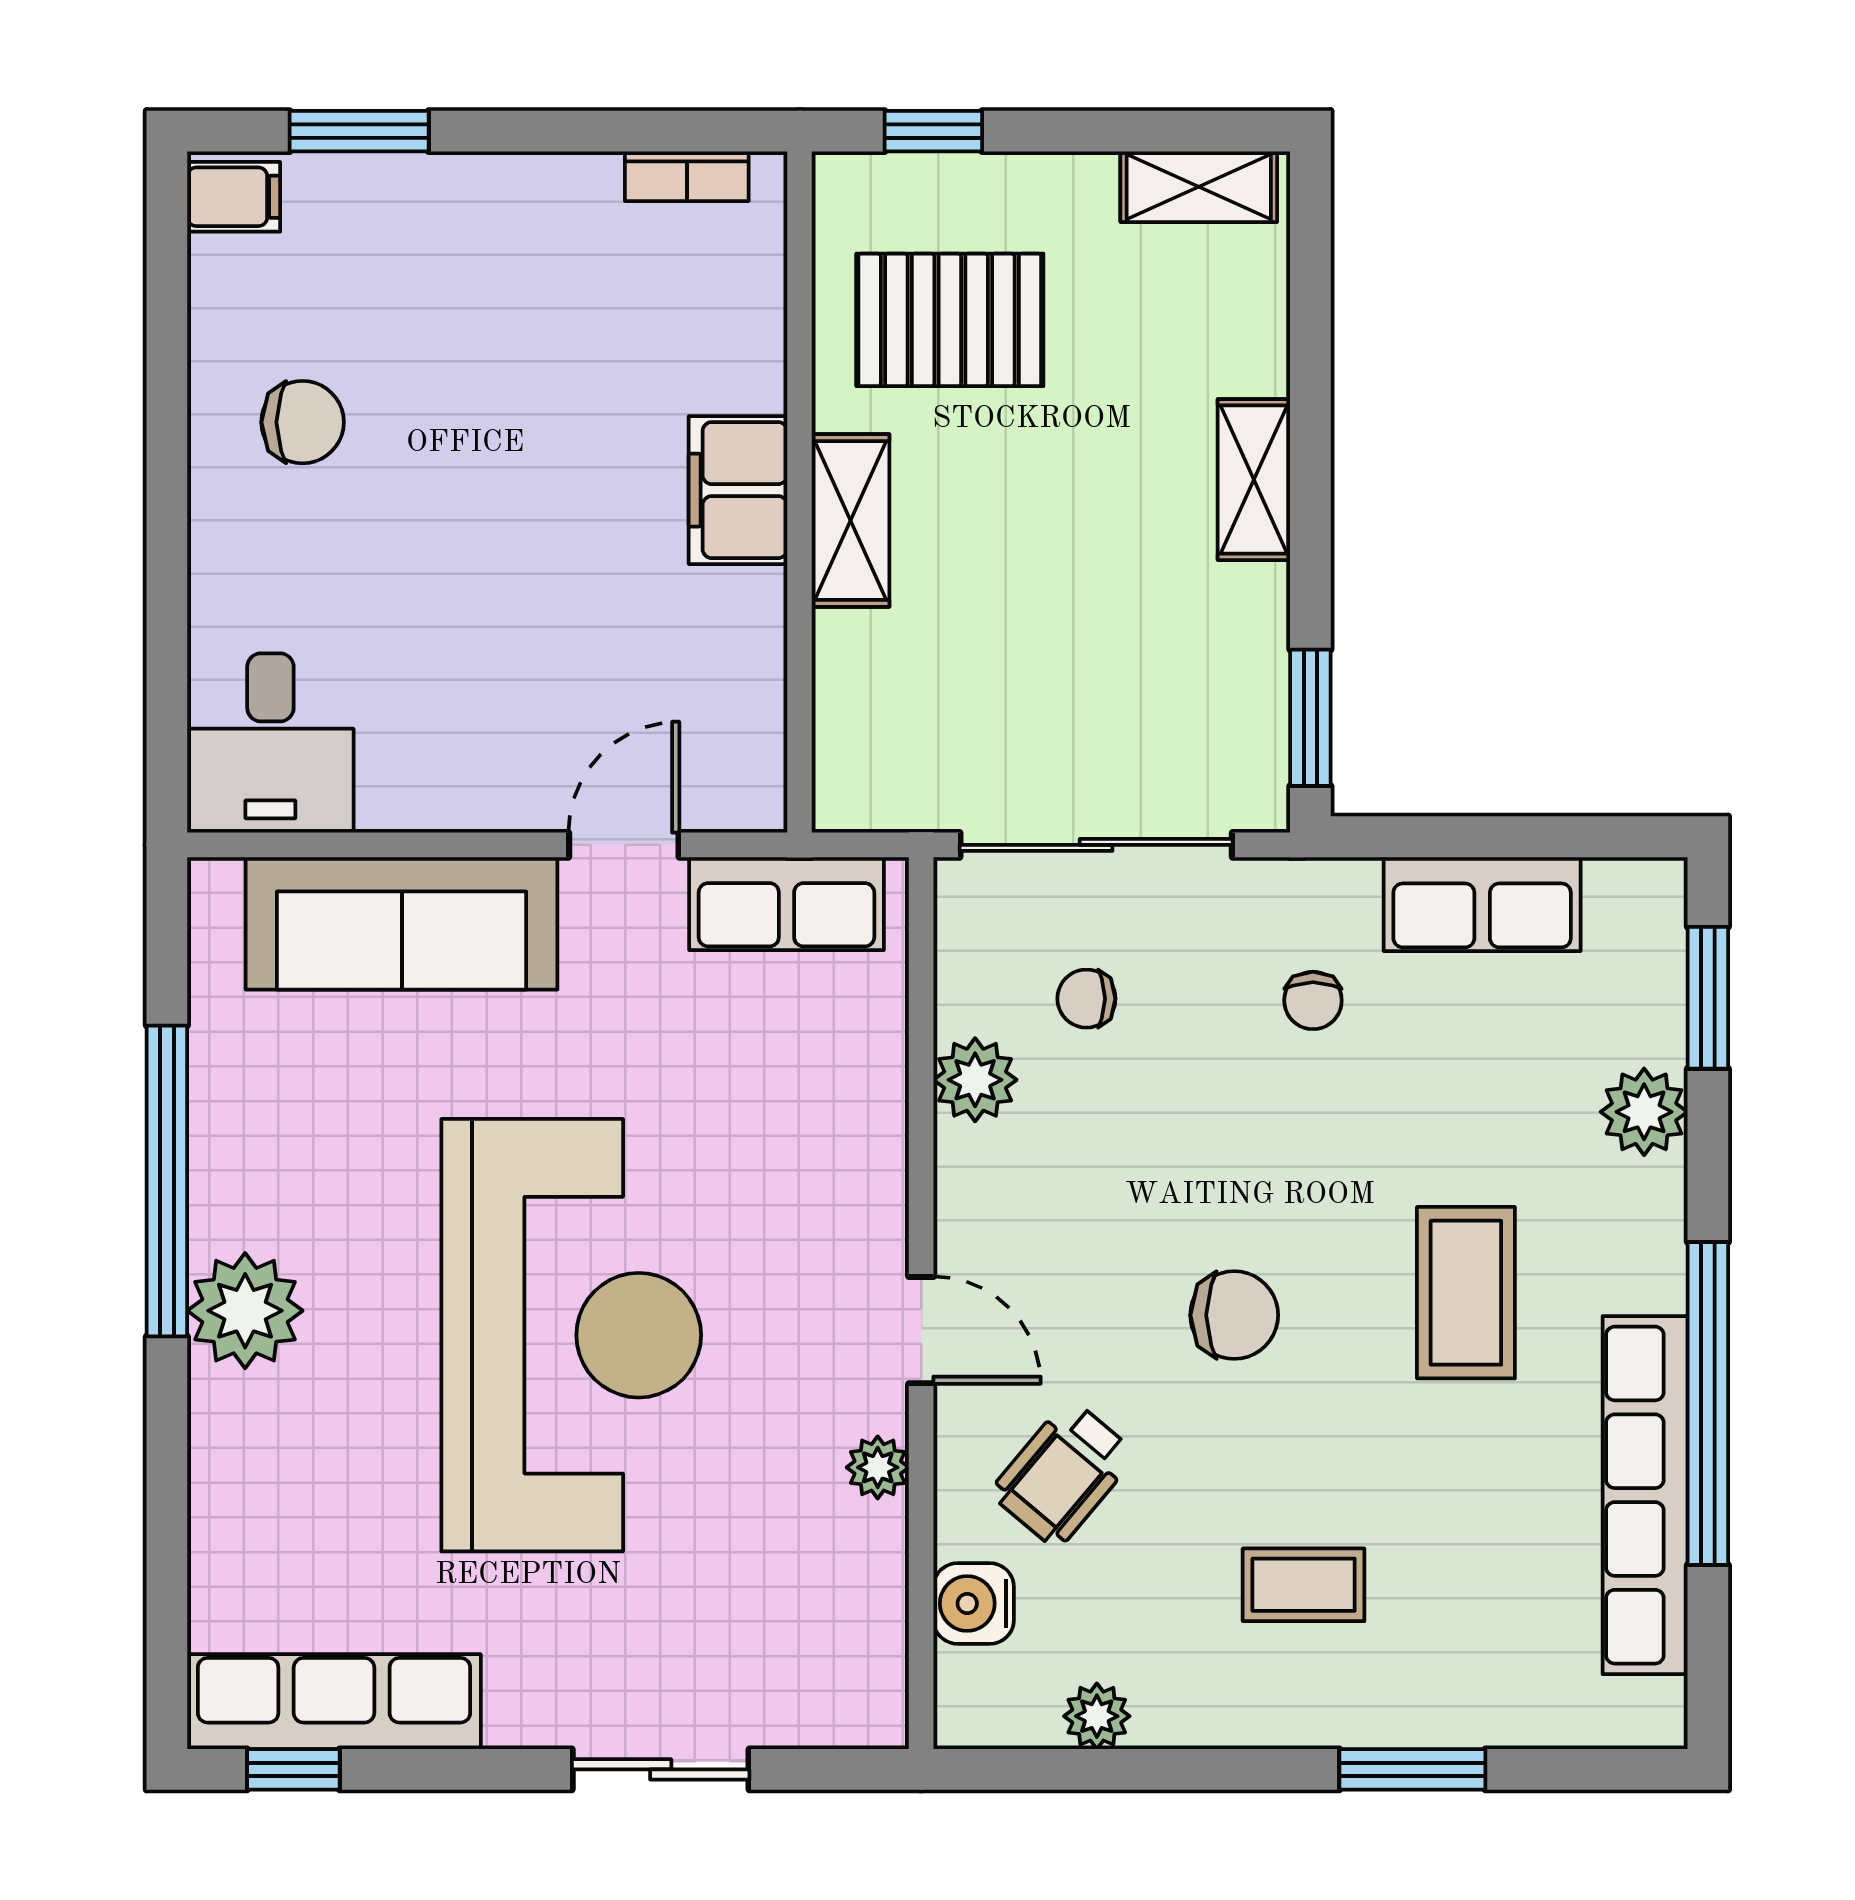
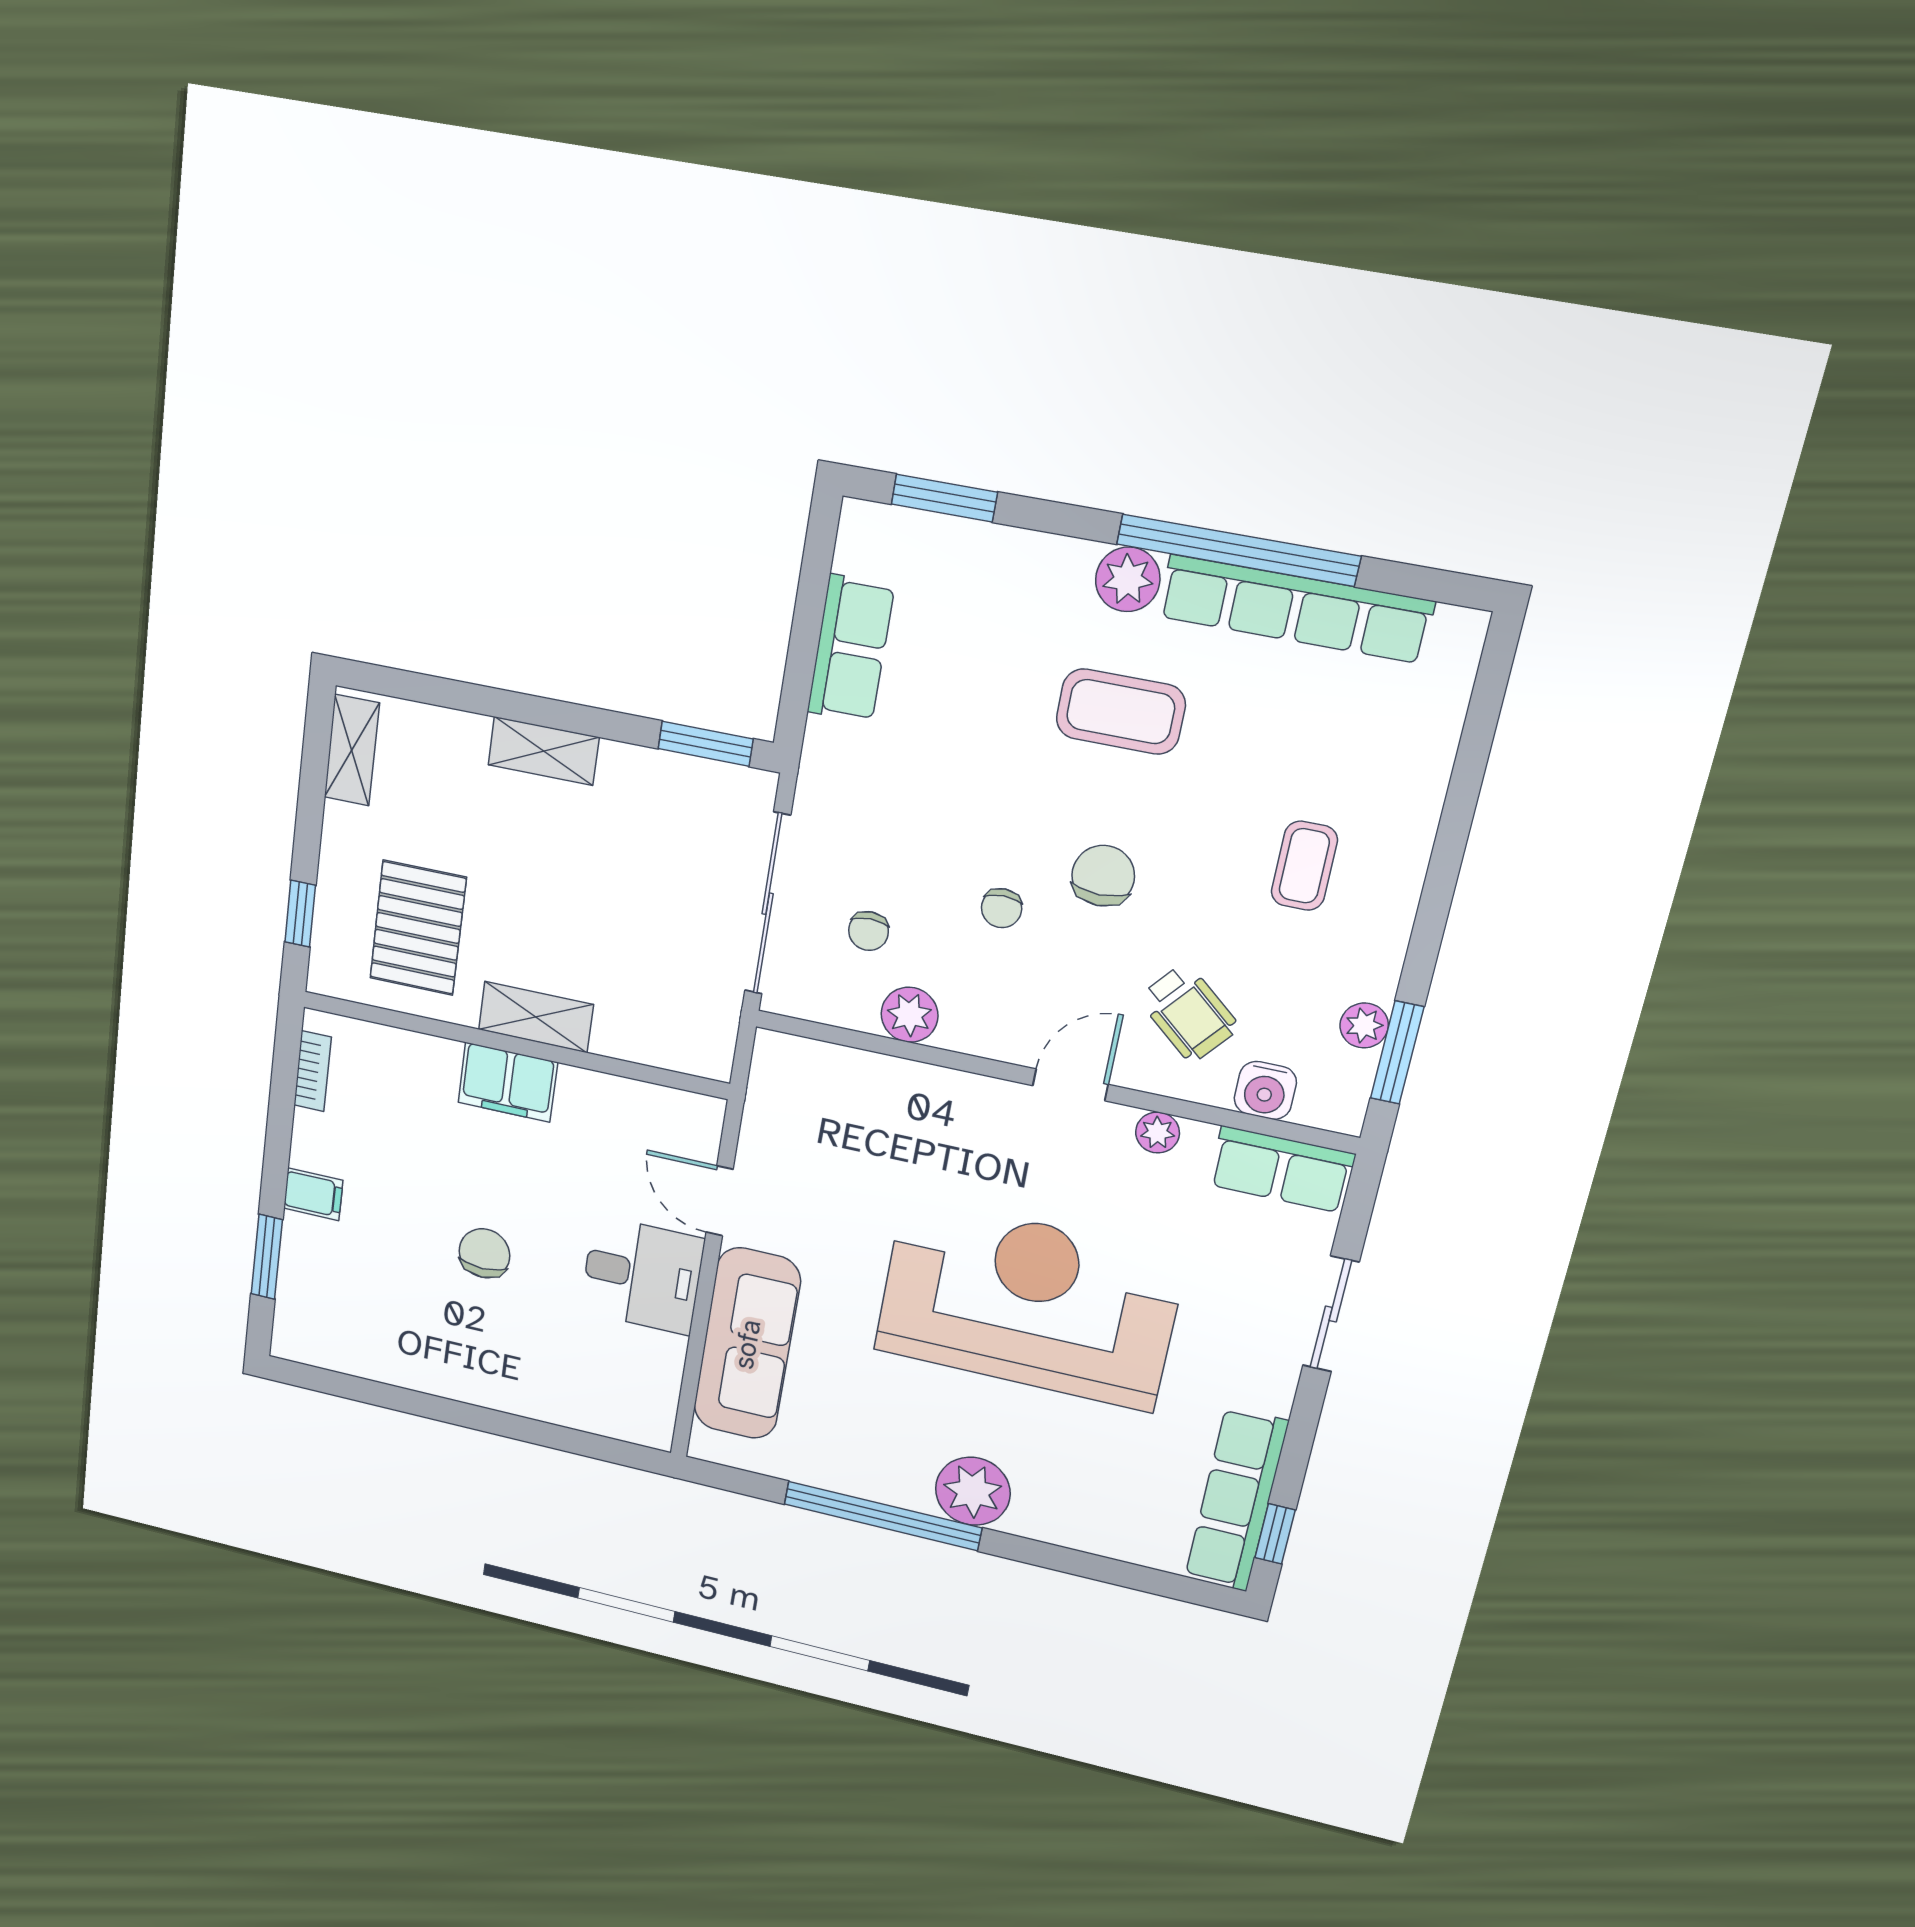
filing cabinet: (234, 197) -> (313, 1194), moved, turned 90
chair: (303, 422) -> (484, 1253), moved
desk: (270, 743) -> (642, 1275), moved
row of seats: (786, 904) -> (1282, 1169), moved, turned 90
chair: (1313, 1000) -> (1002, 908), moved, turned 90
plant: (1644, 1112) -> (1128, 579), moved
window: (1412, 1769) -> (1397, 1053), moved

